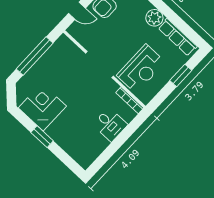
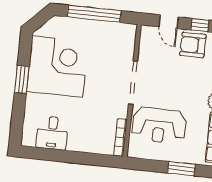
corner desk: (42, 107) -> (57, 67), width x1.36, depth x1.36
desk: (110, 124) -> (52, 133), moved

